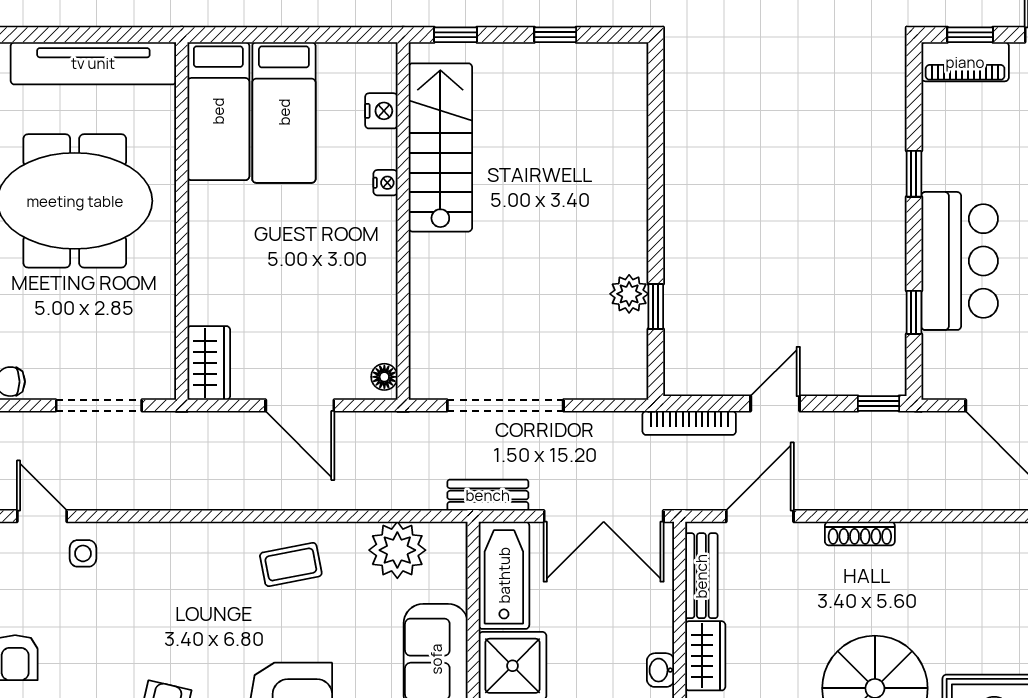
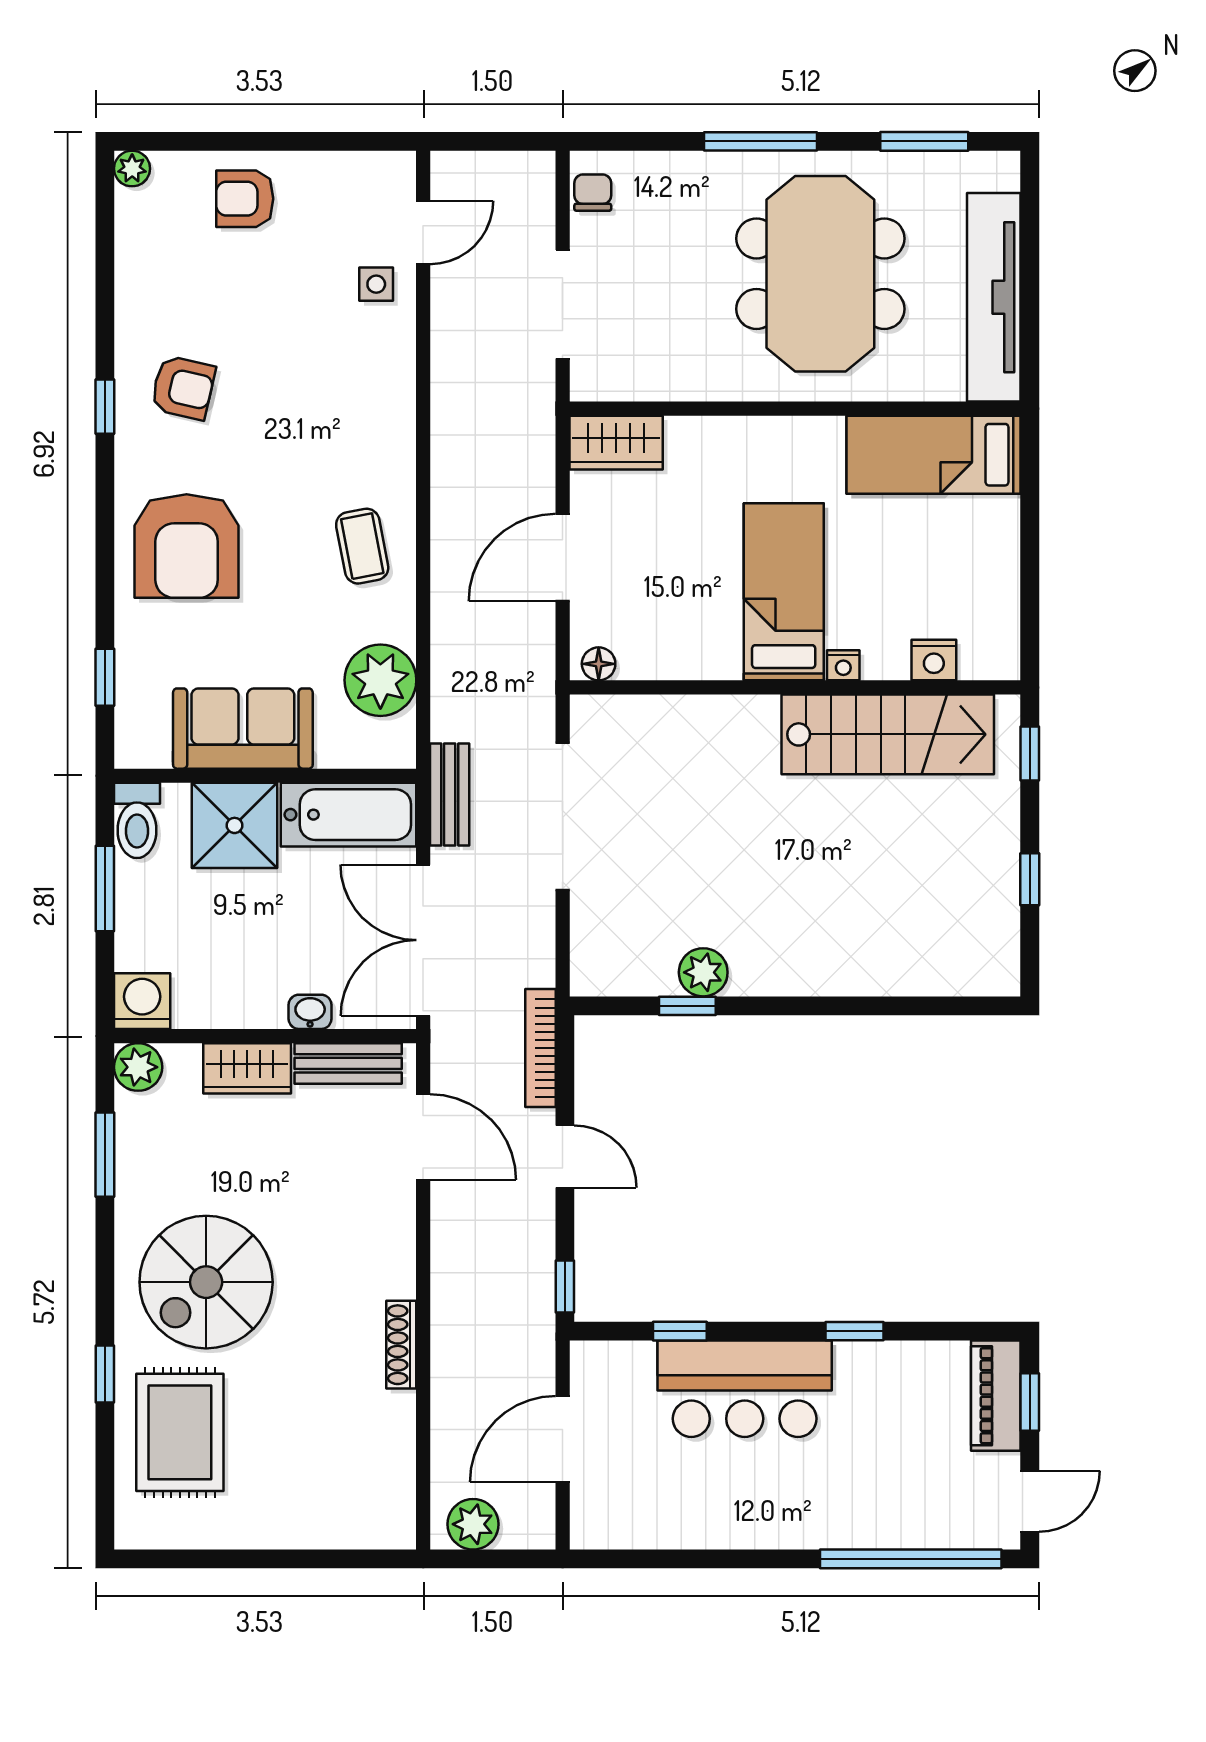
bed: (284, 112) -> (784, 592), moved, turned 90
shoe rack: (860, 534) -> (401, 1345), moved
washbasin: (660, 670) -> (310, 1012), moved

